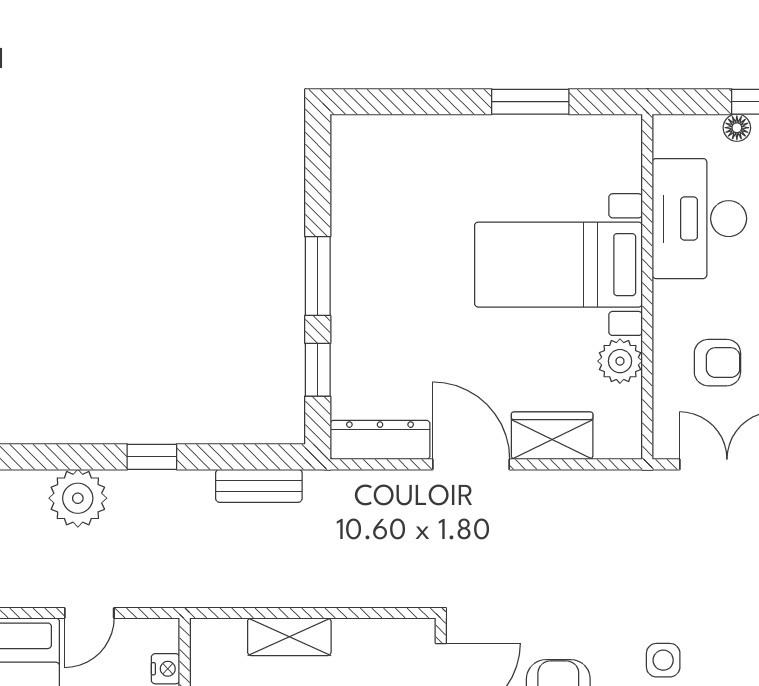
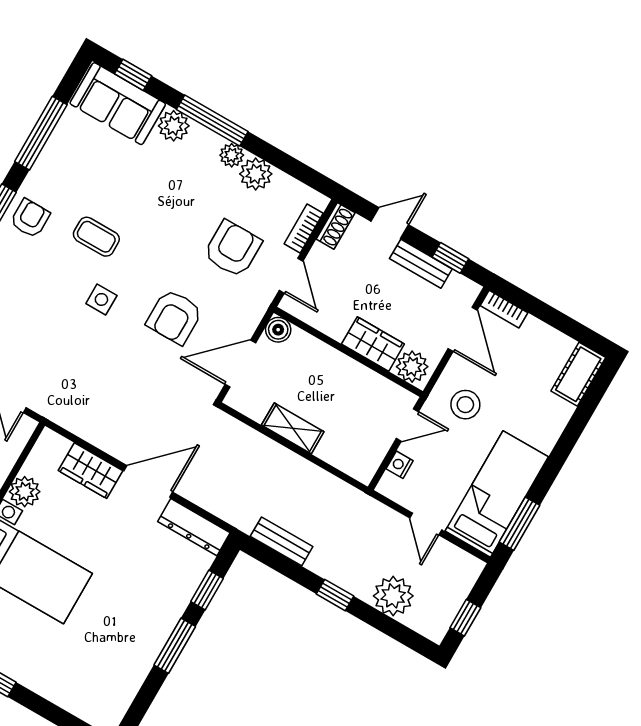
door: (471, 464) -> (148, 481), swing flipped
door: (89, 613) -> (426, 524), swing flipped
shelving: (289, 637) -> (293, 428), moved

